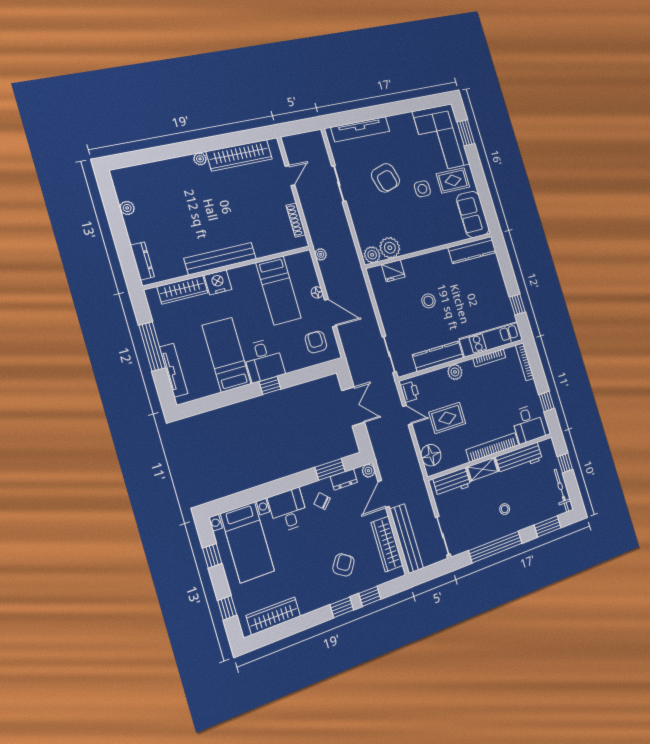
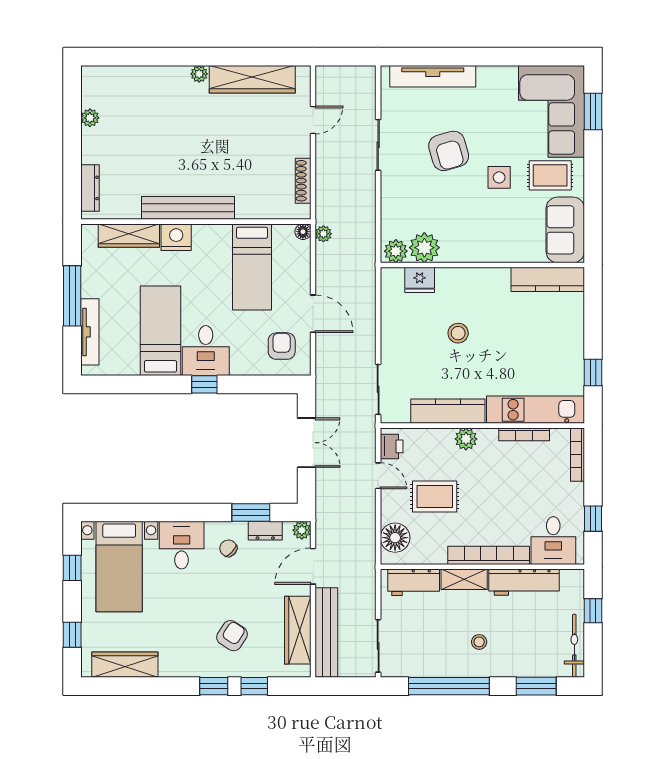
floor lamp: (317, 292) -> (303, 232), moved

